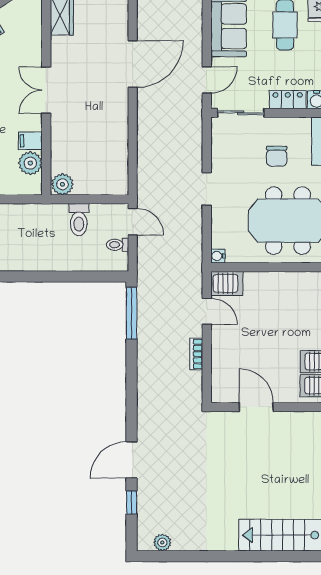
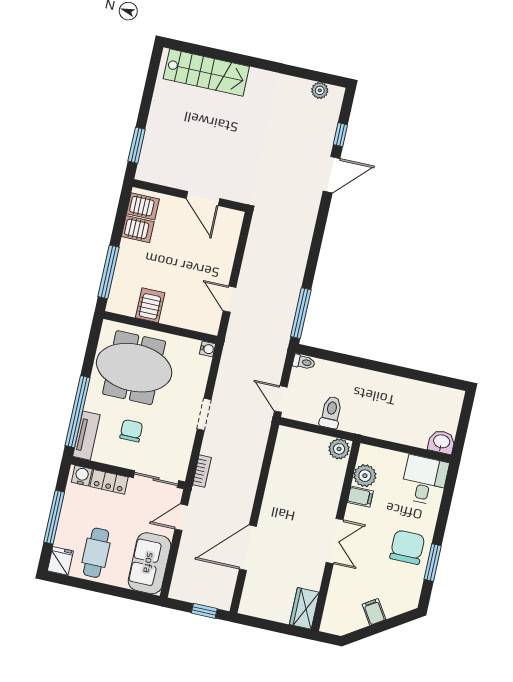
toilet: (118, 245) -> (304, 362), moved
server rack: (227, 283) -> (150, 305), moved, turned 90
bookcase: (196, 354) -> (202, 471), moved

